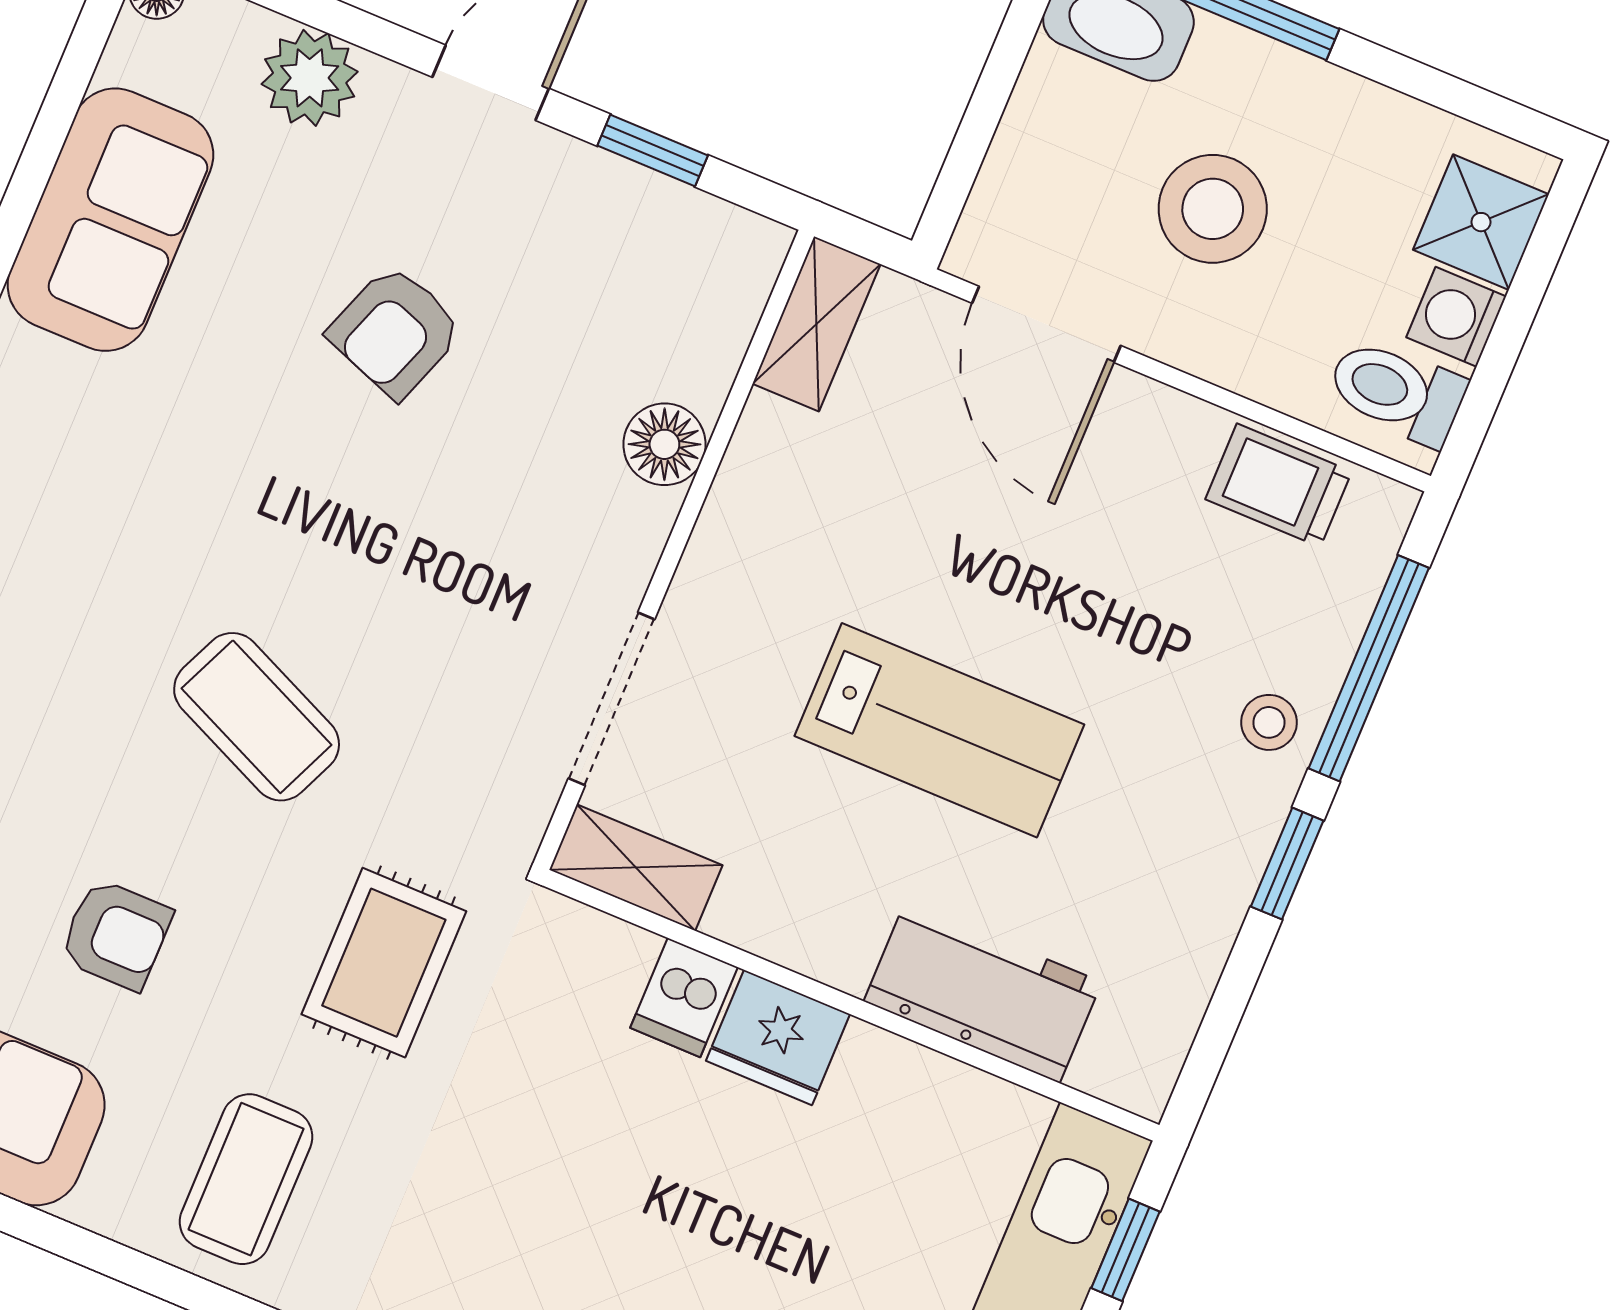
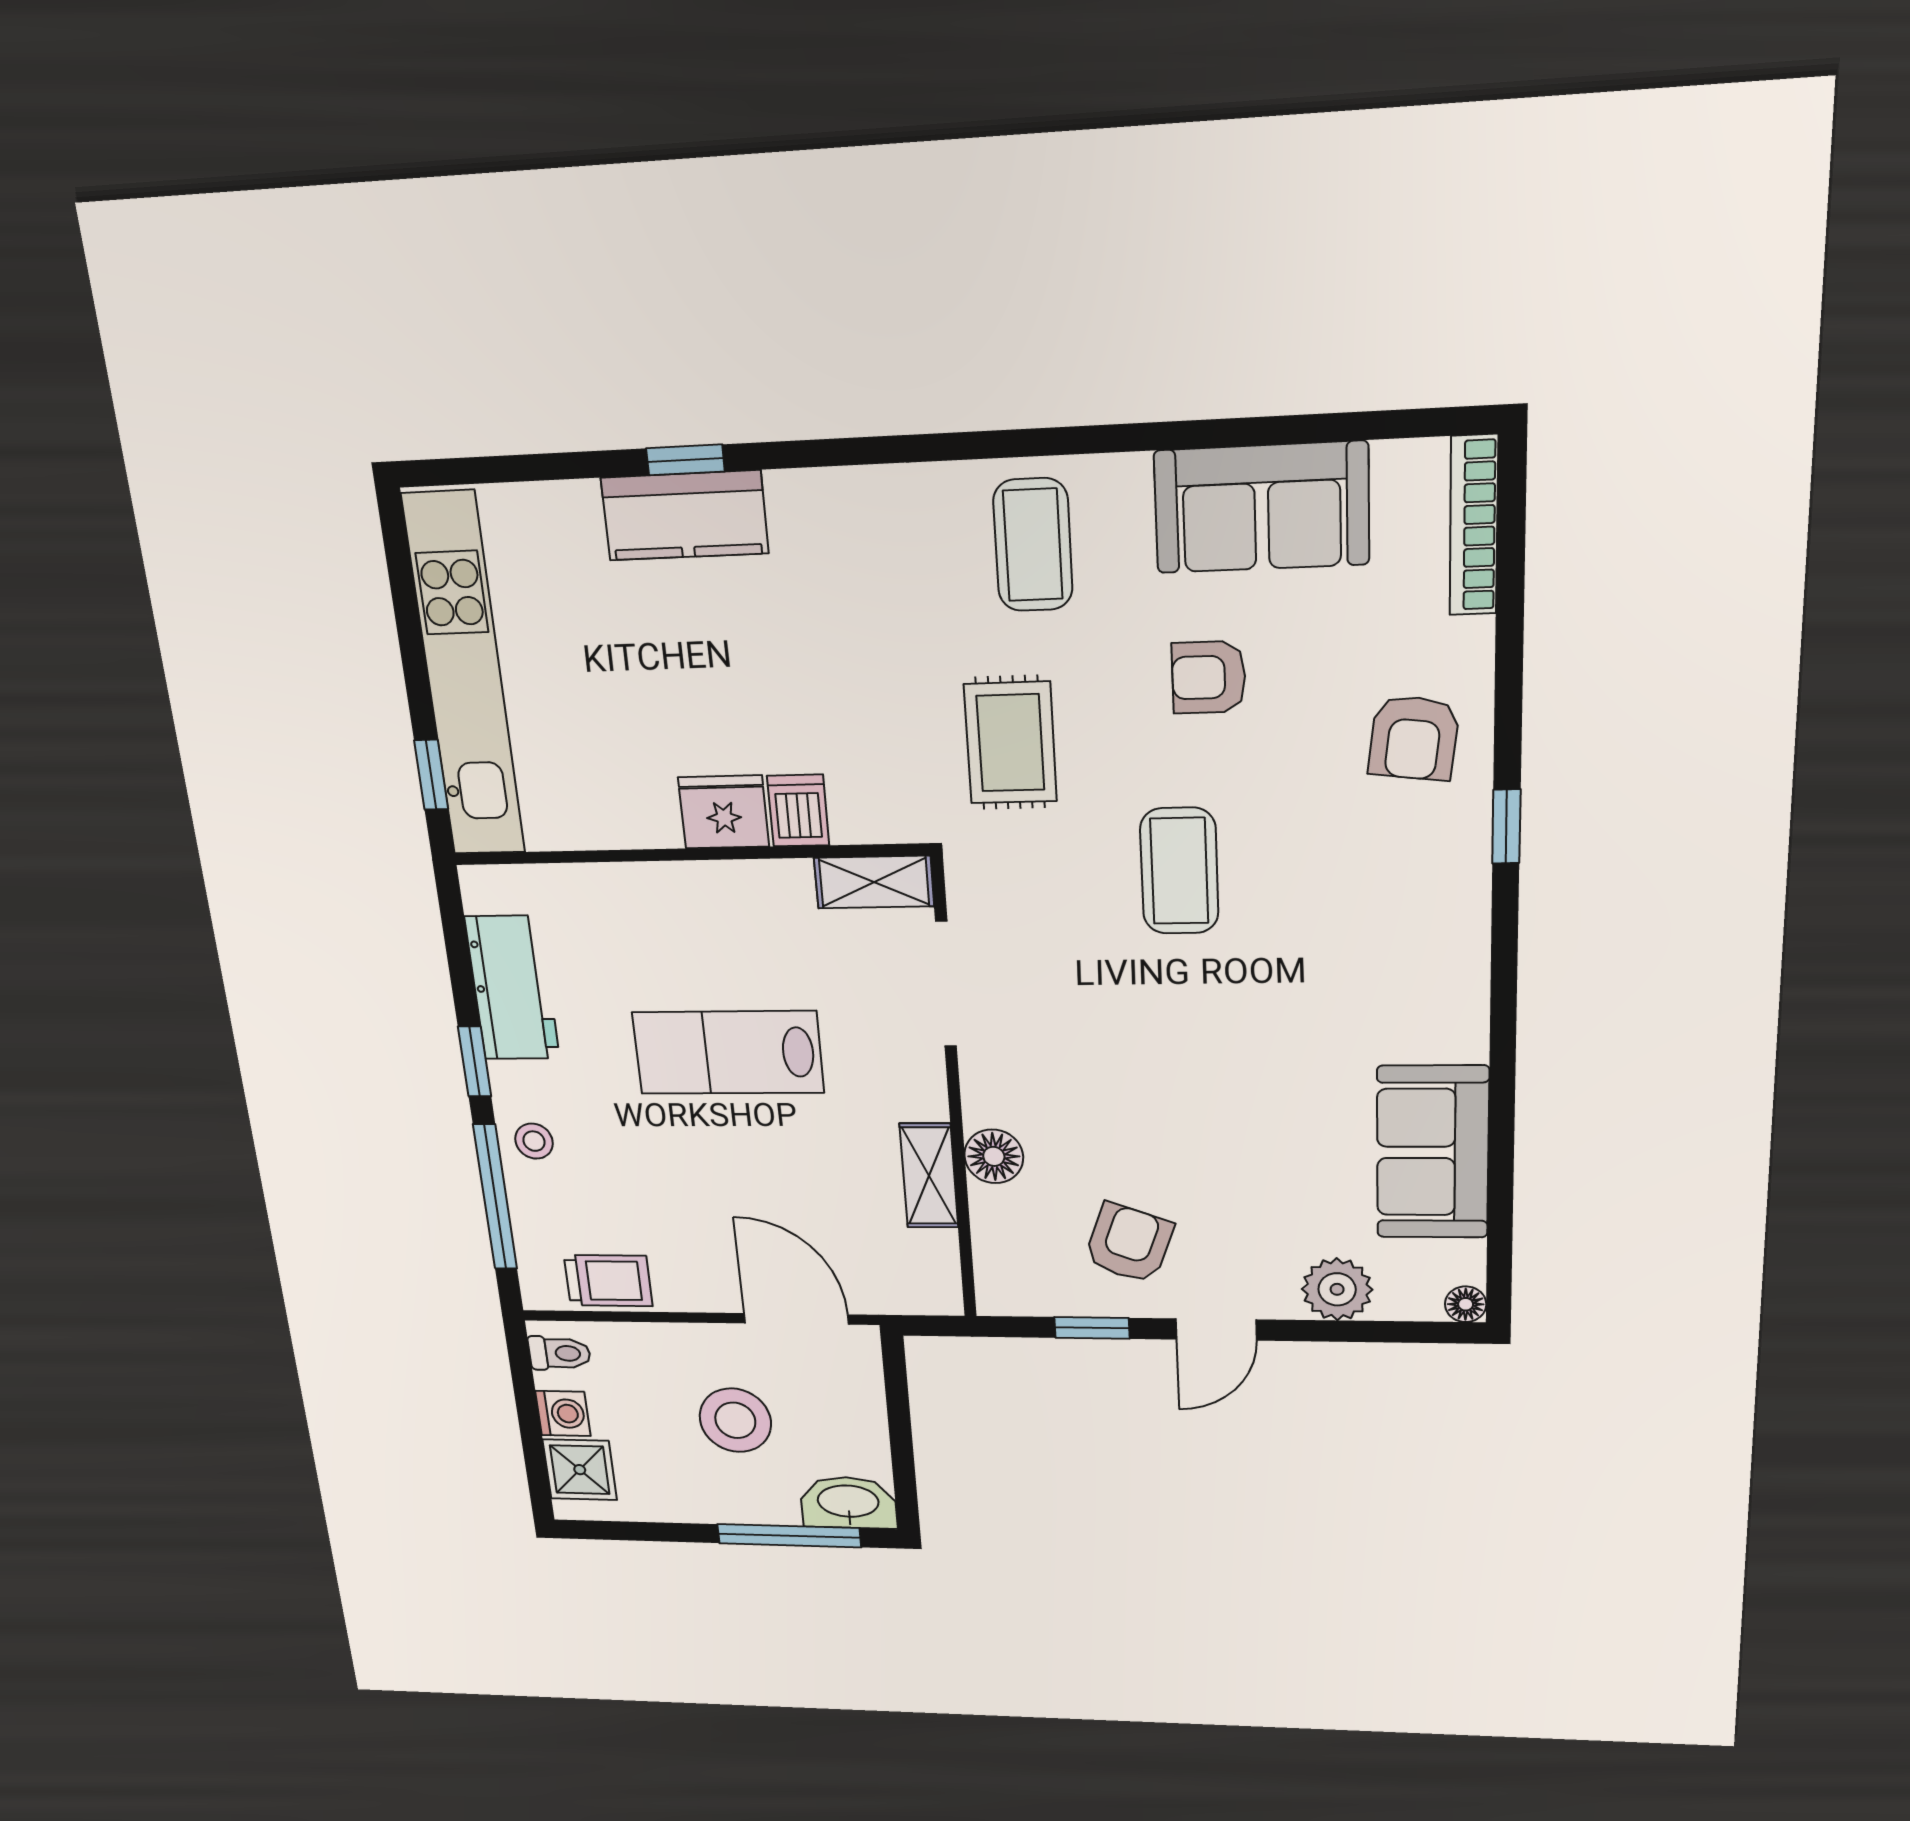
shelving: (816, 324) -> (929, 1176), moved
armchair: (395, 332) -> (1129, 1243), moved
toilet: (1397, 391) -> (559, 1353), width x0.73, depth x0.72
coffee table: (257, 717) -> (1179, 871), turned 66
workbench: (983, 992) -> (512, 988), moved, turned -90

